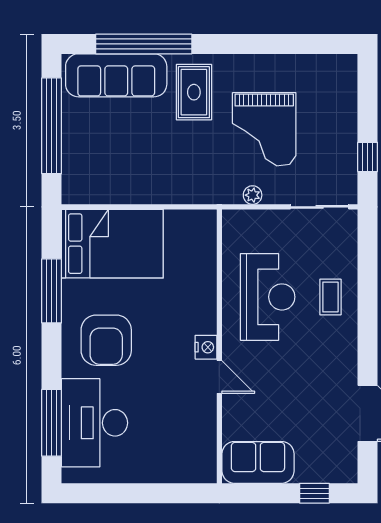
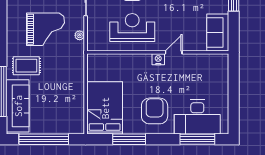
armchair: (106, 340) -> (155, 111), turned -90

